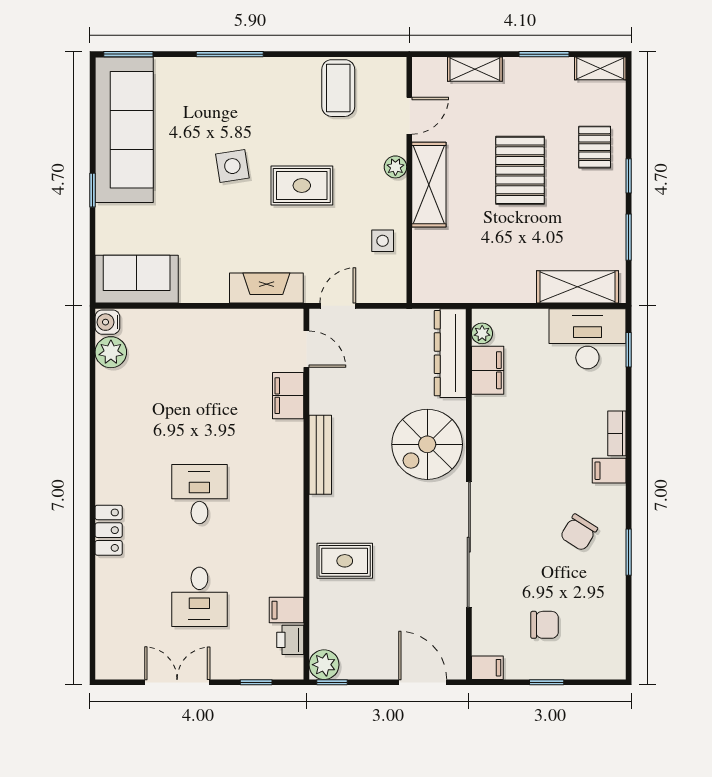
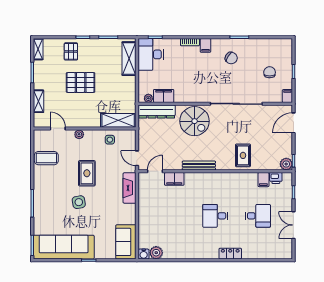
pallet: (595, 147) -> (71, 51), turned 90
shelving: (429, 185) -> (118, 120), moved

